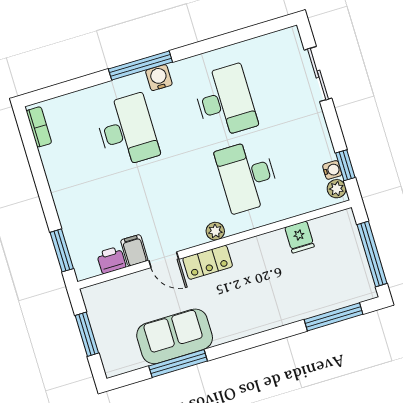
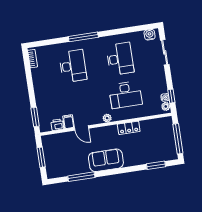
water cooler: (159, 78) -> (150, 35), moved
desk: (247, 176) -> (125, 95), turned -90
fridge: (300, 237) -> (146, 126), removed
locker: (208, 262) -> (129, 128), moved
window: (333, 317) -> (156, 165), width x0.69
sofa: (175, 336) -> (106, 160), moved

